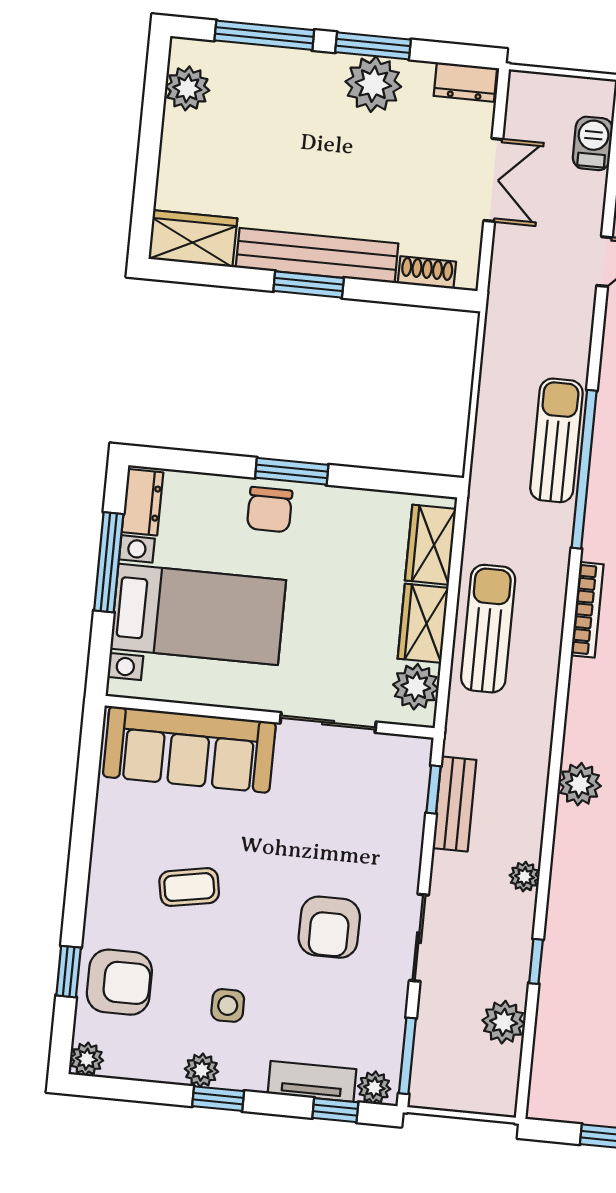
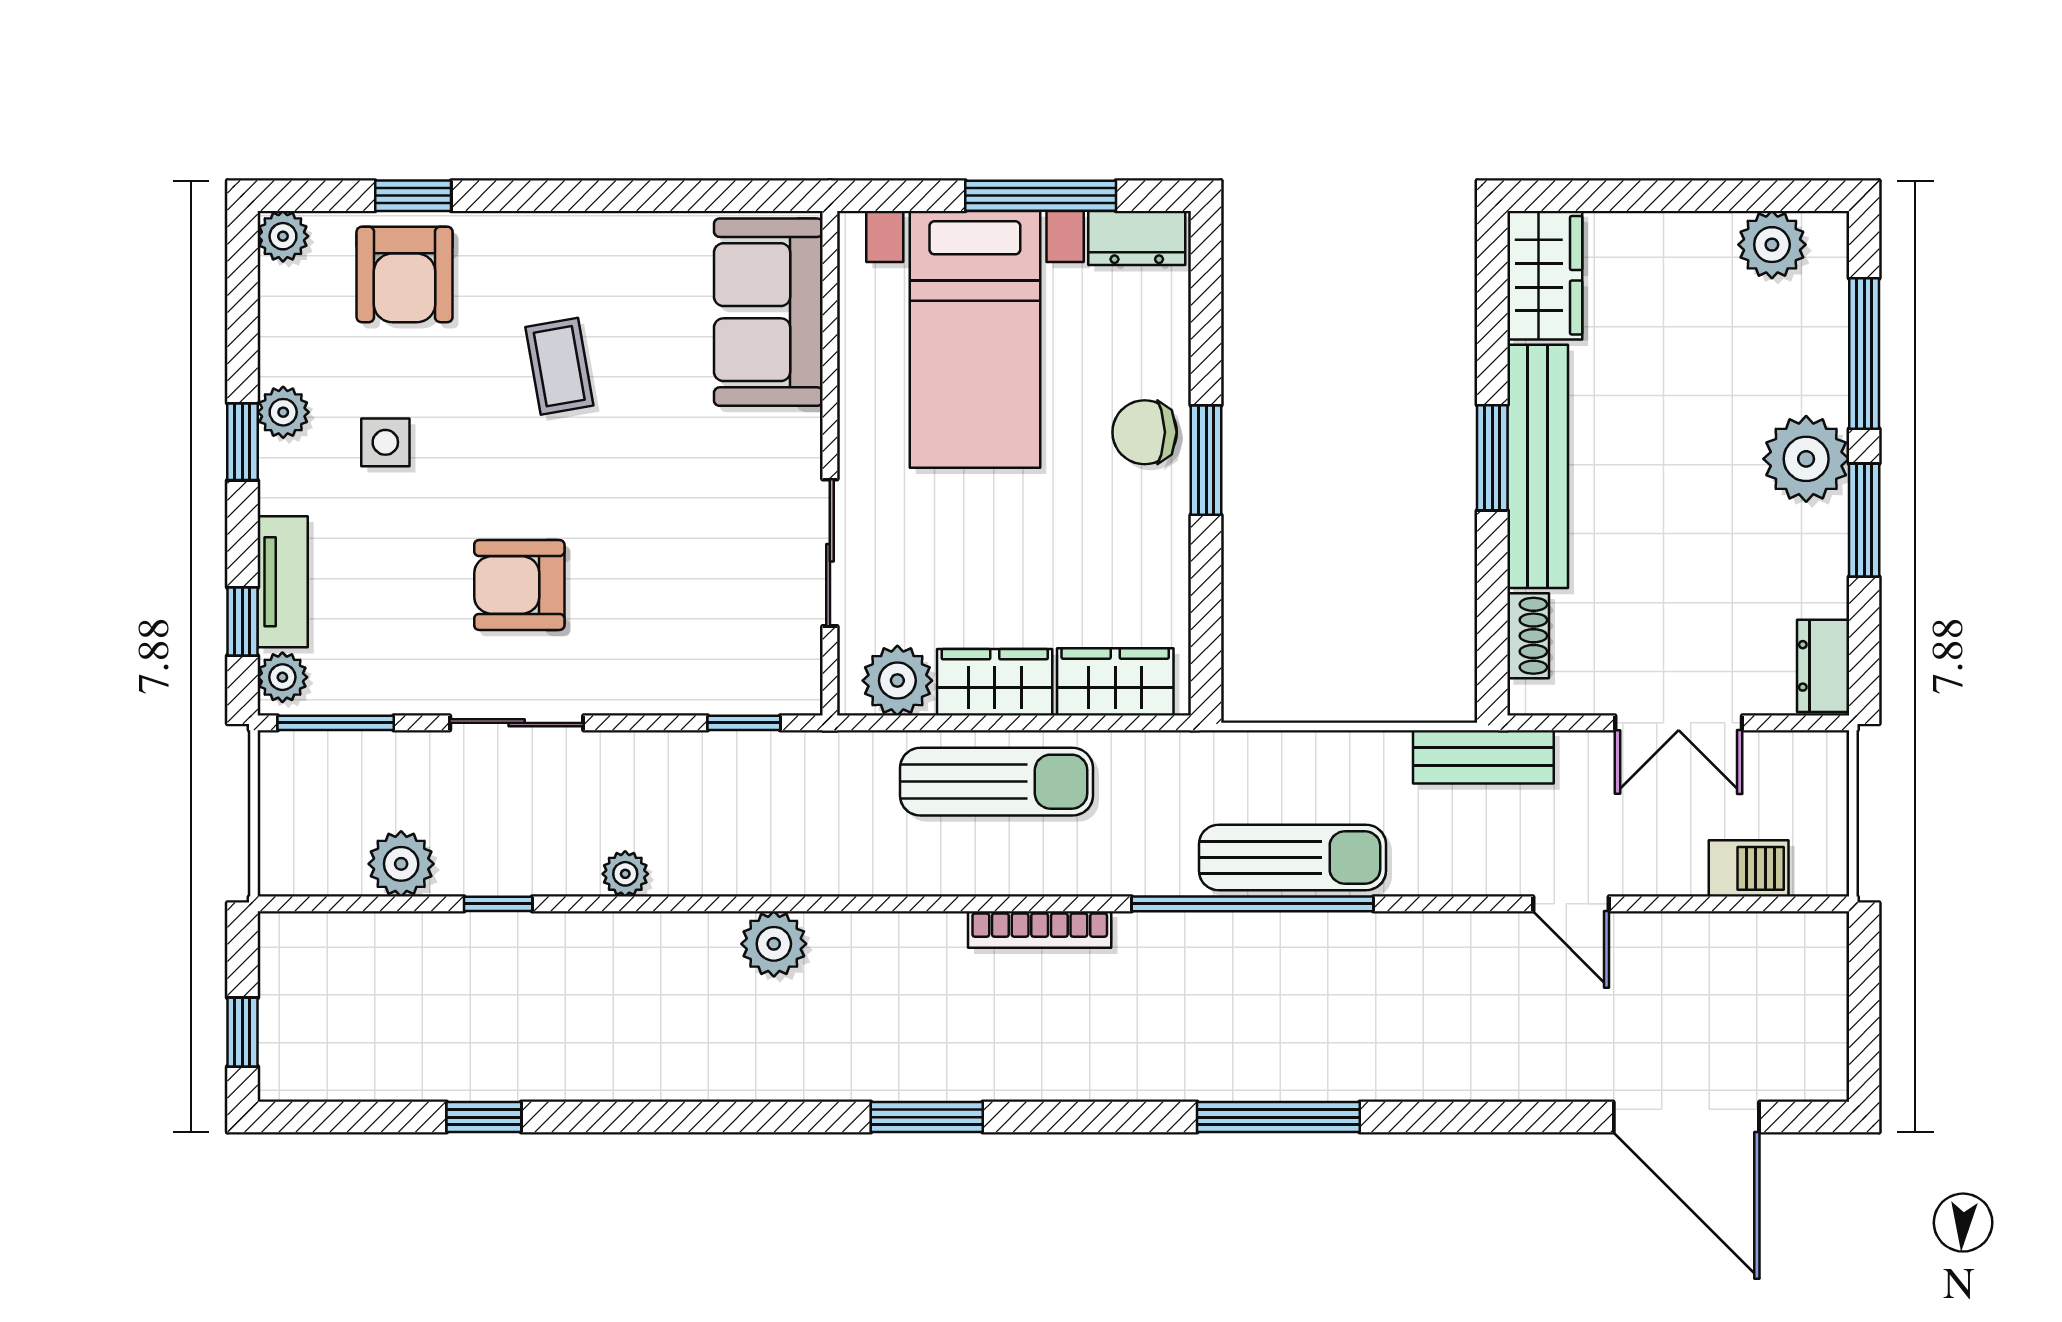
plant: (373, 84) -> (1806, 459), moved
sofa: (189, 749) -> (768, 312), width x0.73
bench: (455, 804) -> (1483, 757), moved

